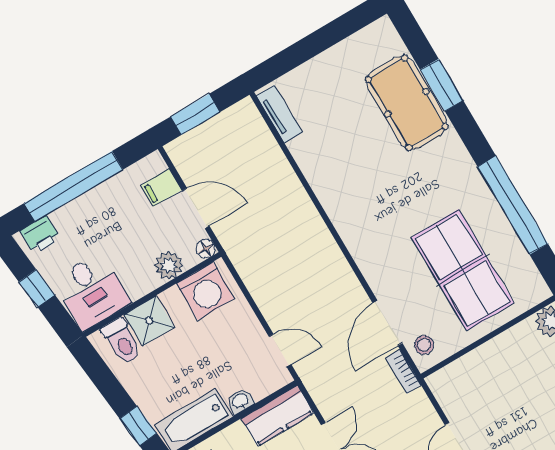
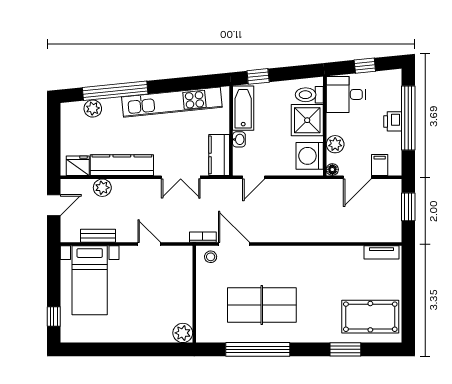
pool table: (407, 103) -> (370, 317), moved
printer: (40, 235) -> (393, 121), moved
table tennis table: (463, 270) -> (262, 305), moved
shower: (149, 321) -> (307, 120), width x1.36, depth x1.36

